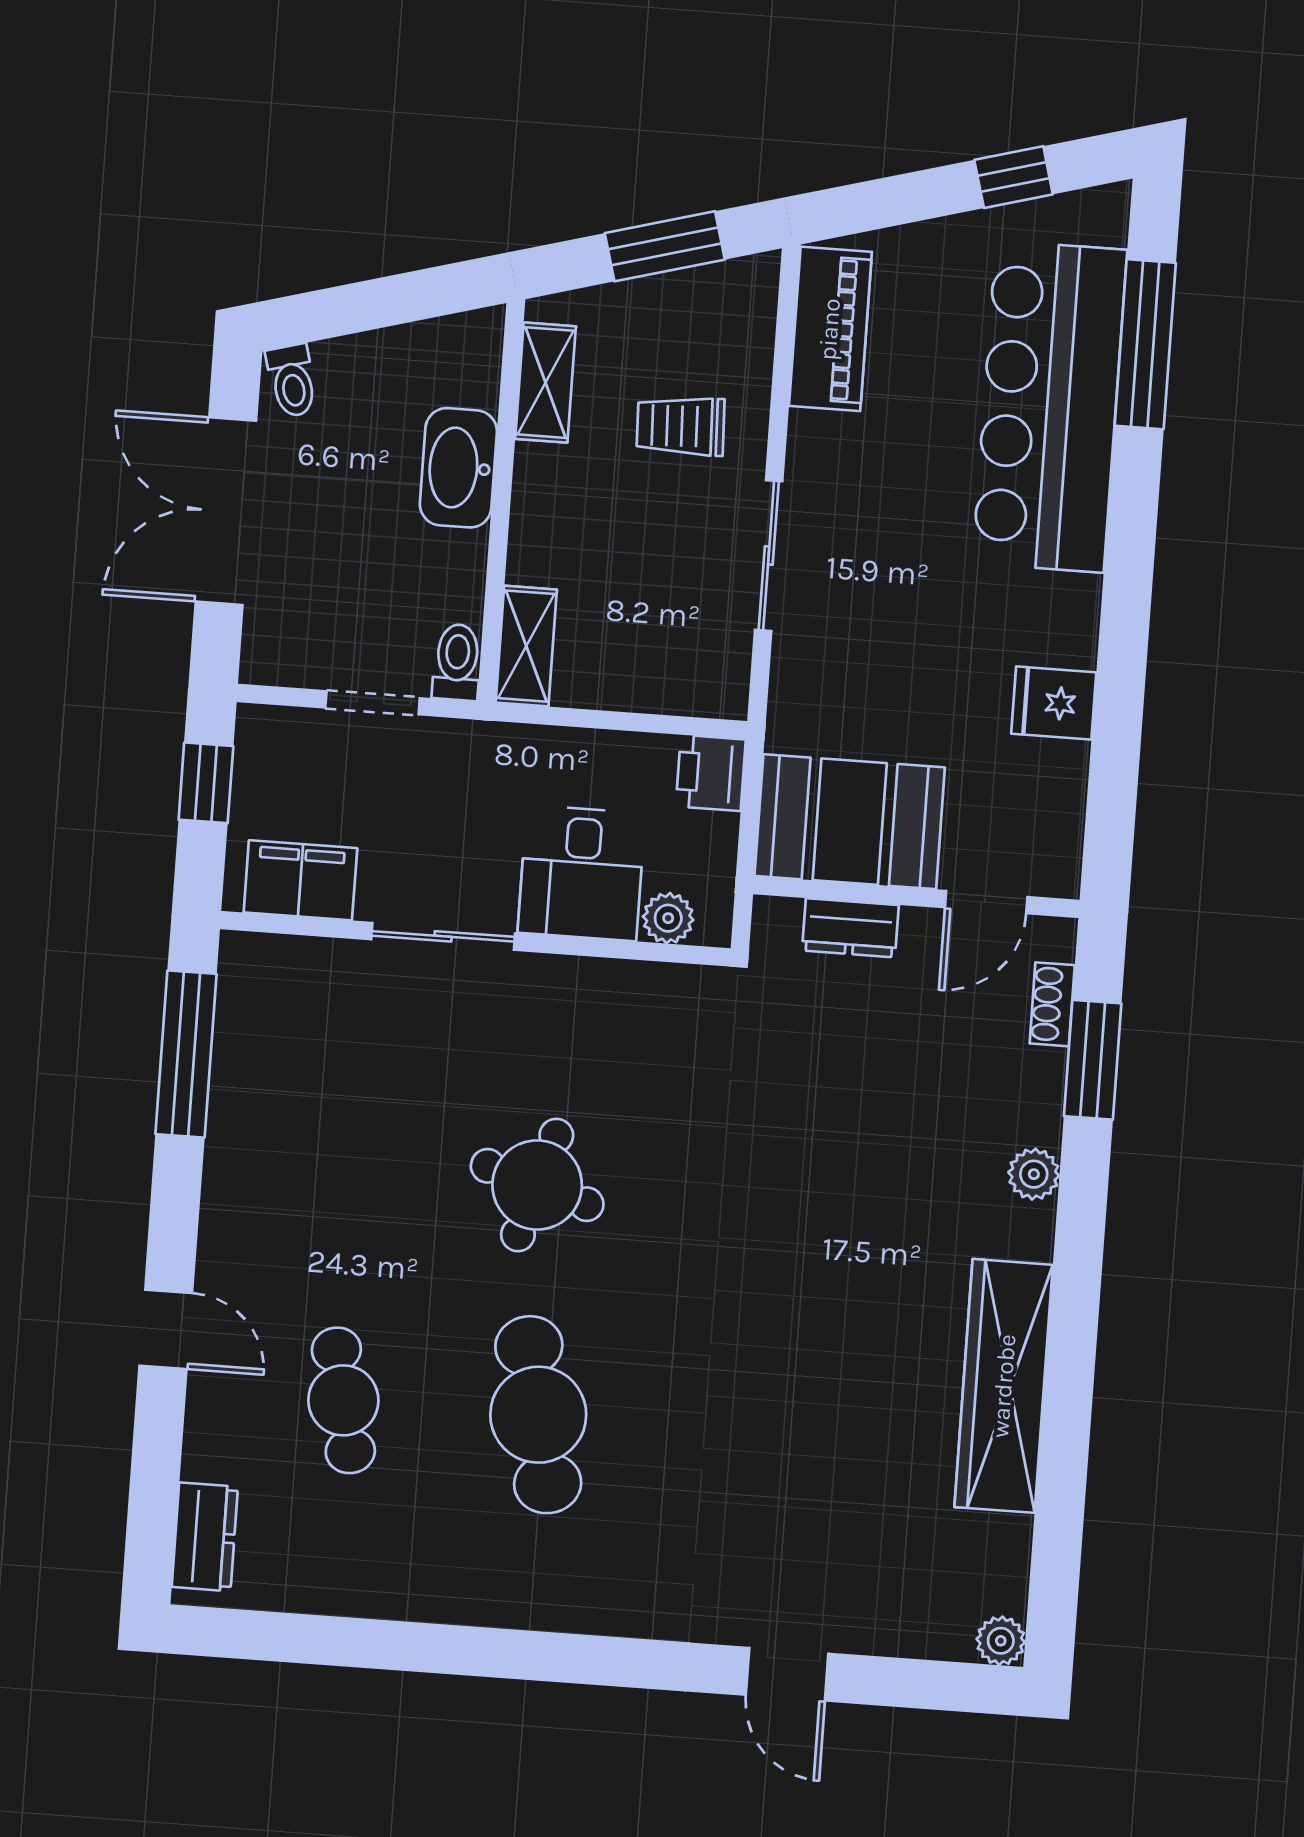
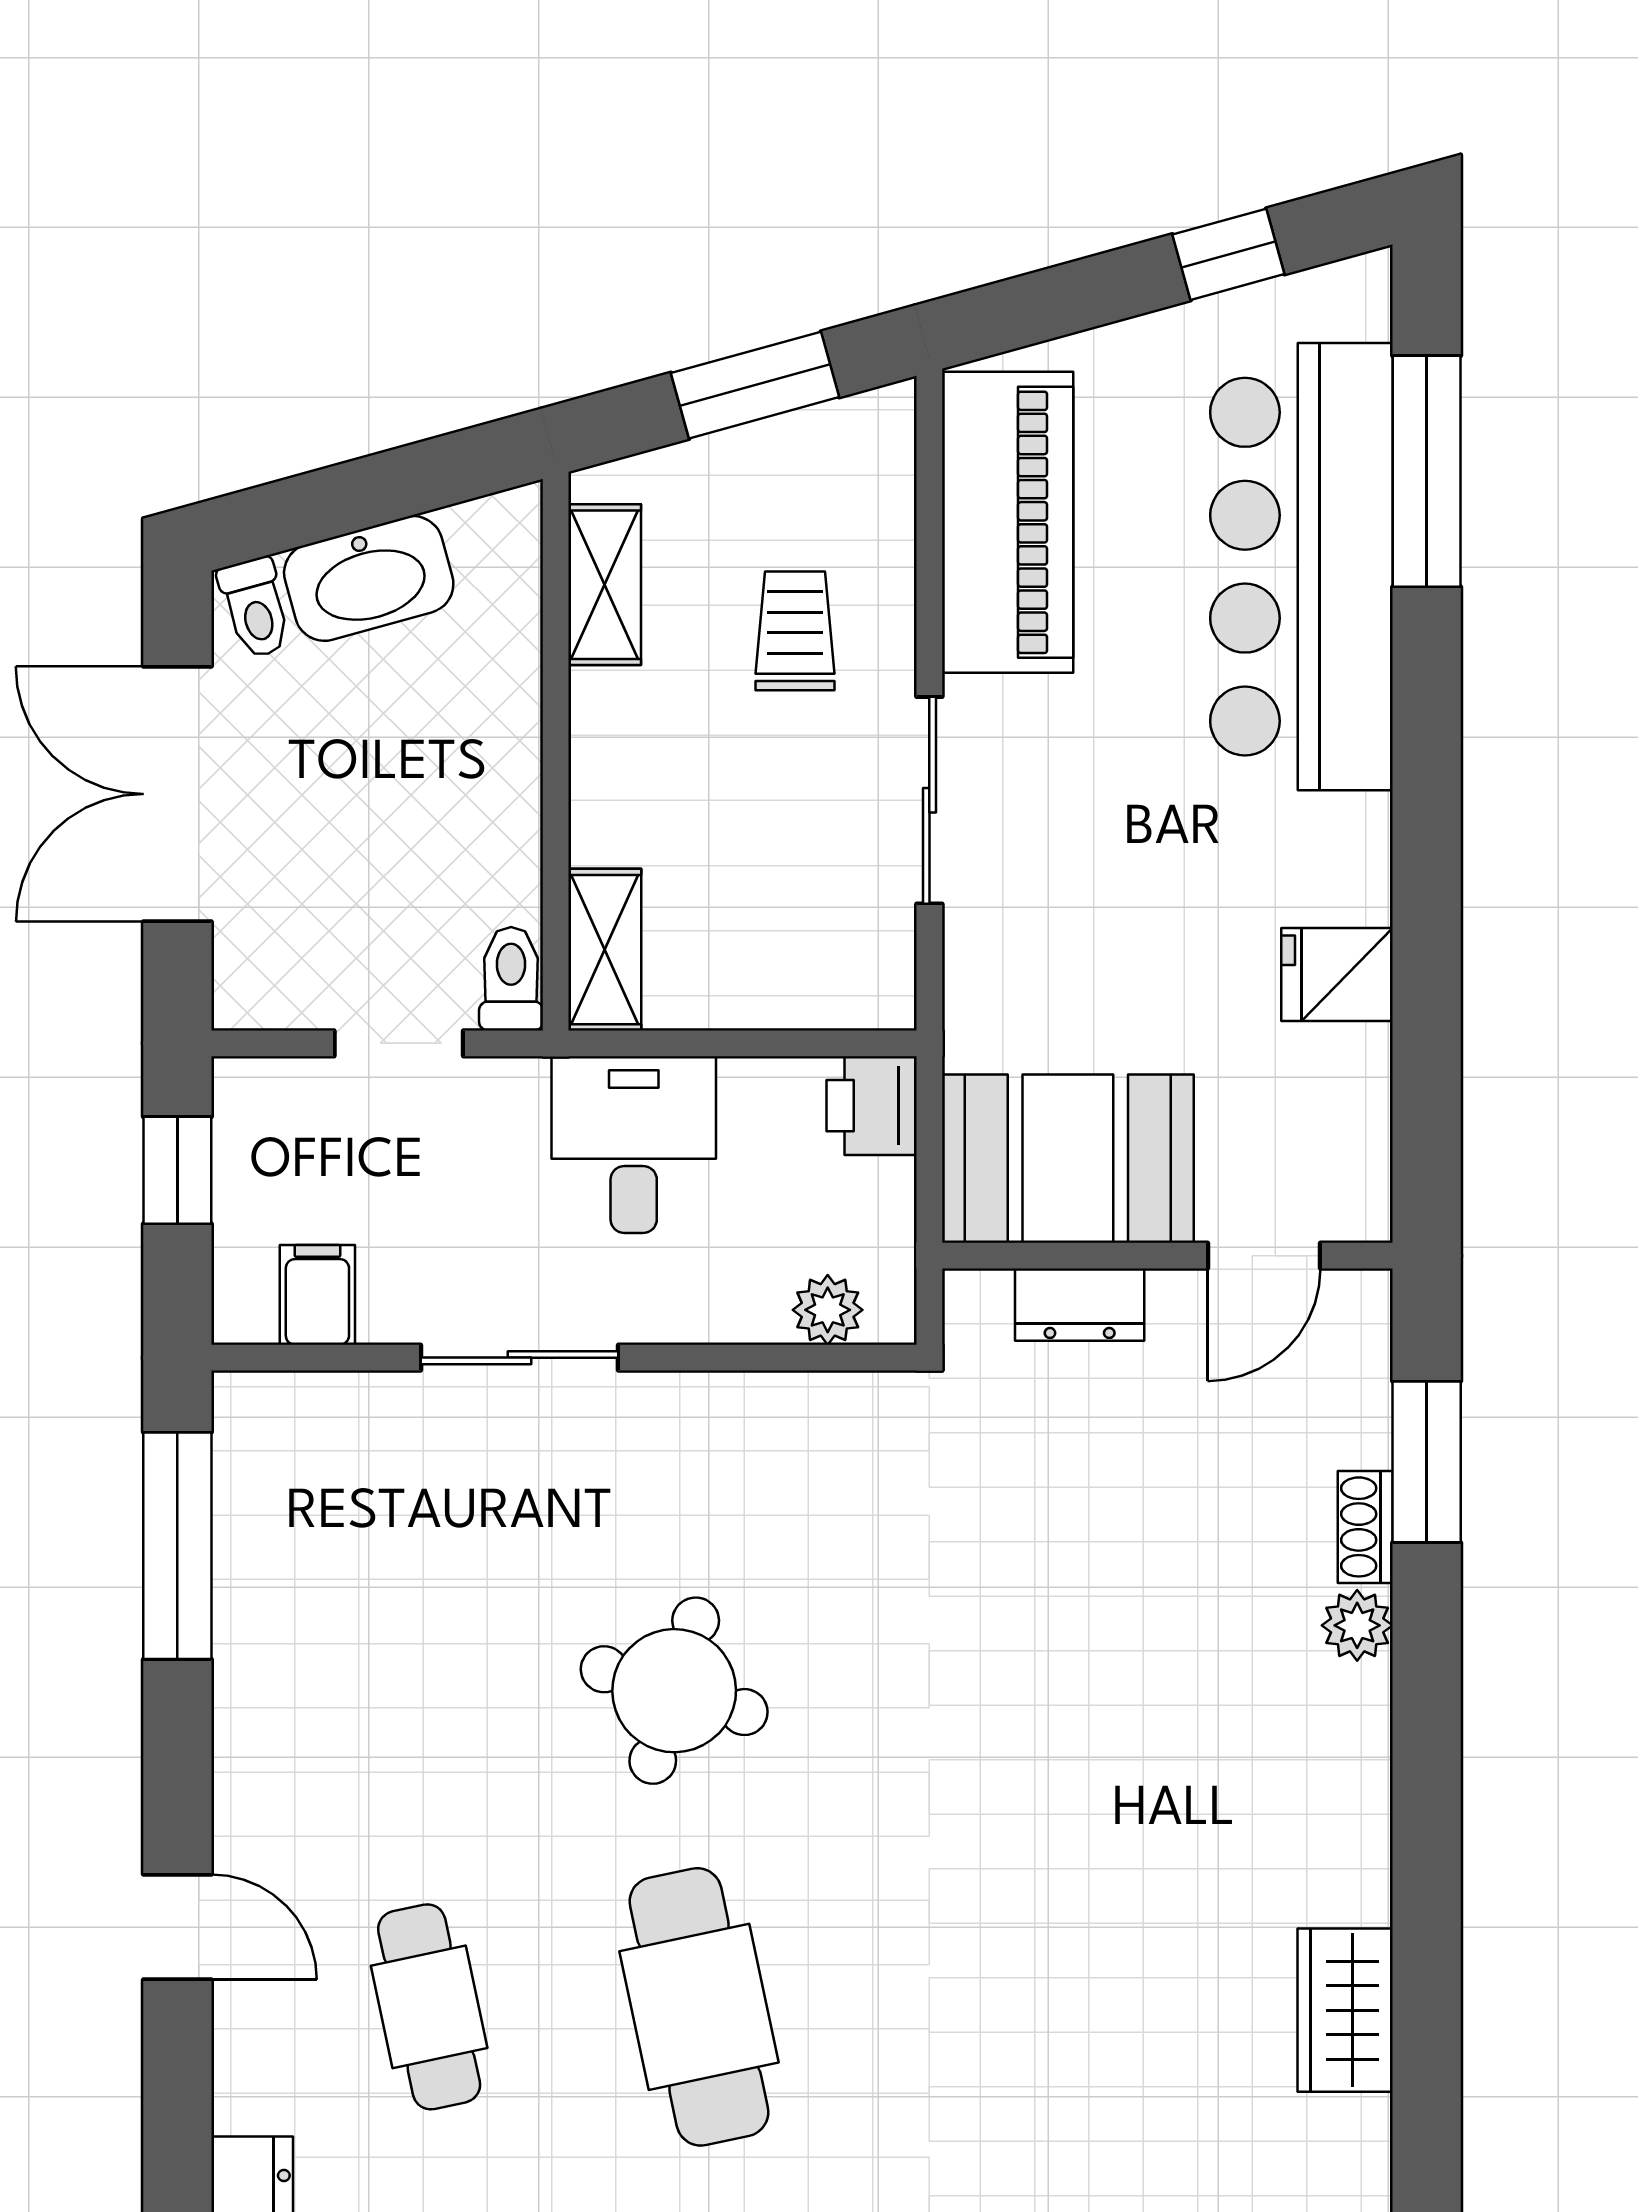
piano: (830, 329) -> (1008, 522), width x1.37, depth x1.33
trolley: (681, 426) -> (795, 631), turned 92
washbasin: (458, 468) -> (369, 578), moved, turned -105
desk: (581, 873) -> (634, 1145), moved, turned 180
filing cabinet: (300, 880) -> (317, 1295), width x0.50
shoe rack: (1052, 1004) -> (1365, 1527), moved
wardrobe: (1004, 1386) -> (1345, 2010), width x0.48, depth x0.85

